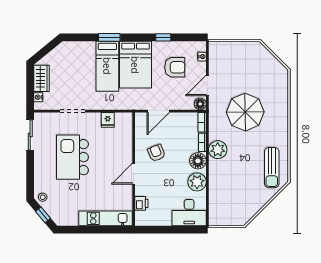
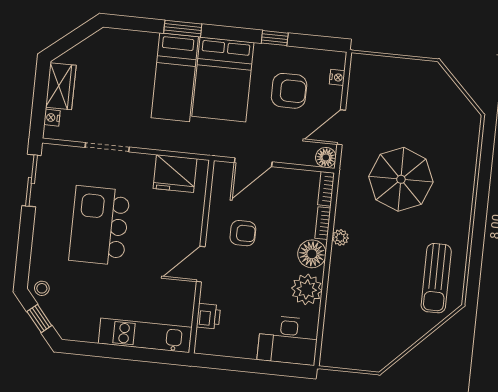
fridge: (108, 120) -> (175, 174), width x1.88, depth x1.34
plant: (218, 150) -> (340, 237), width x0.53, depth x0.53
armchair: (156, 153) -> (243, 233), turned 112

